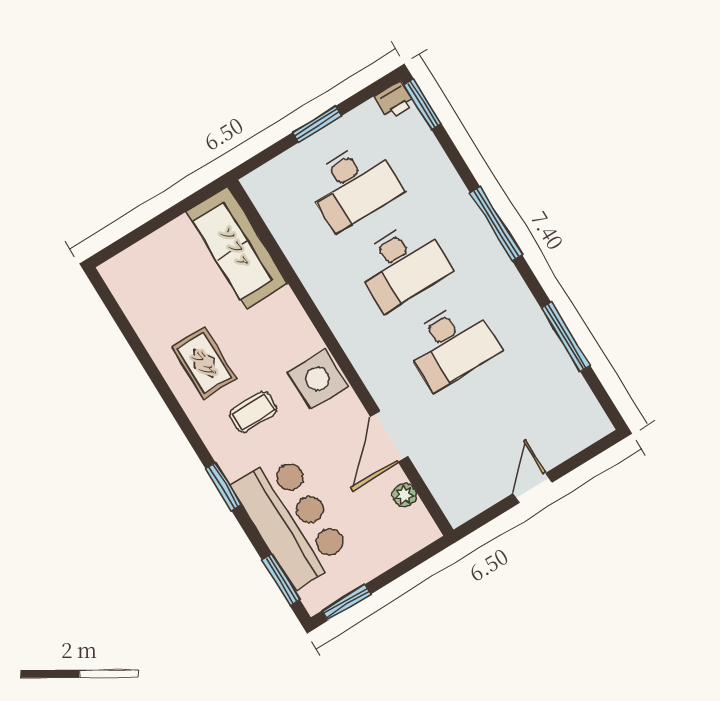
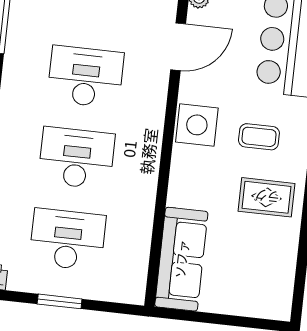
rug: (204, 363) -> (267, 197), turned 90

